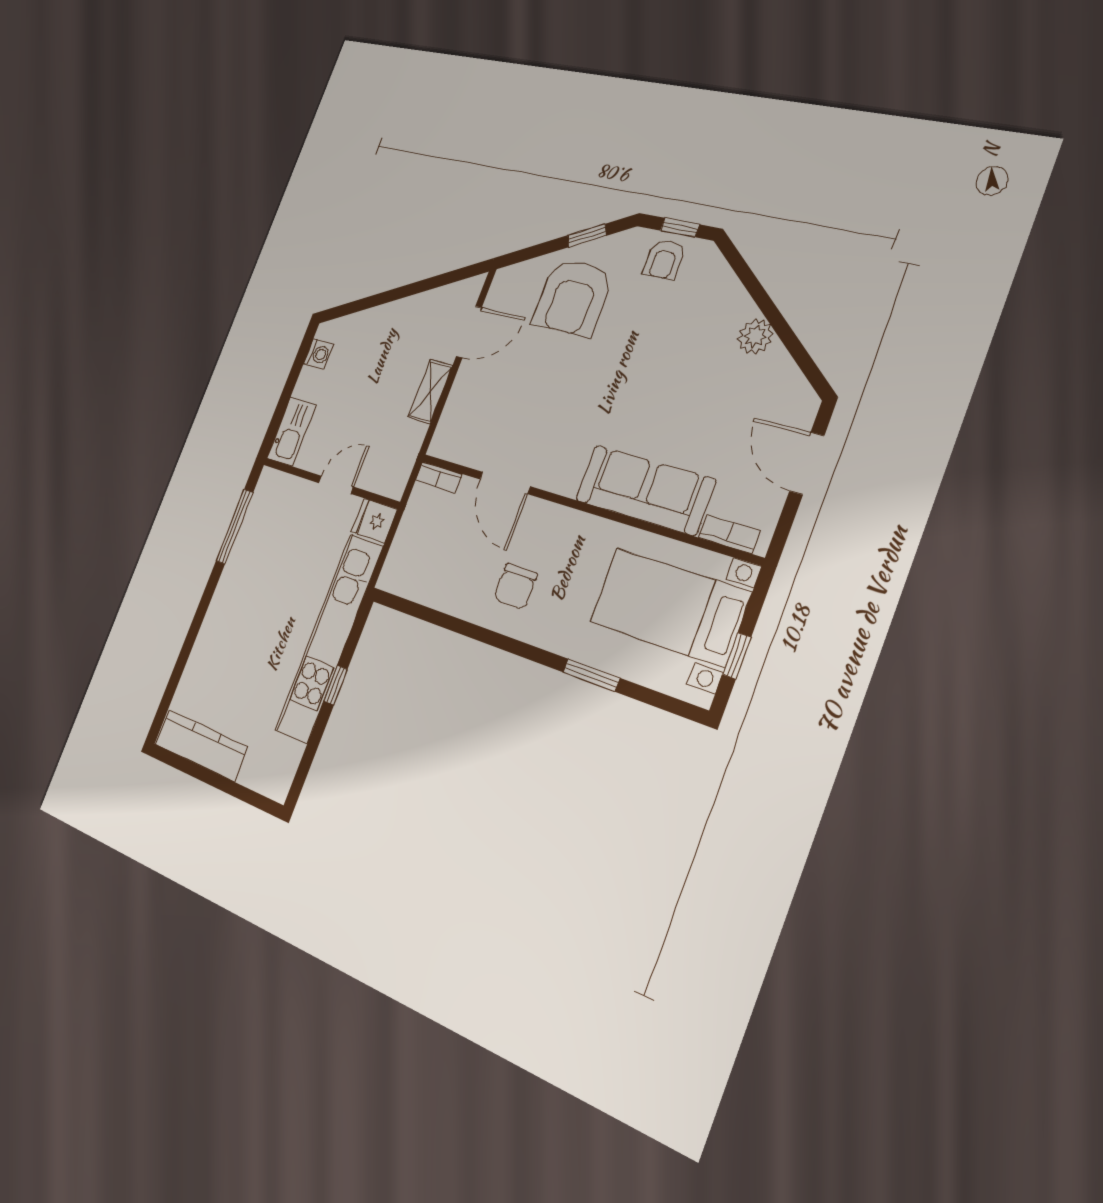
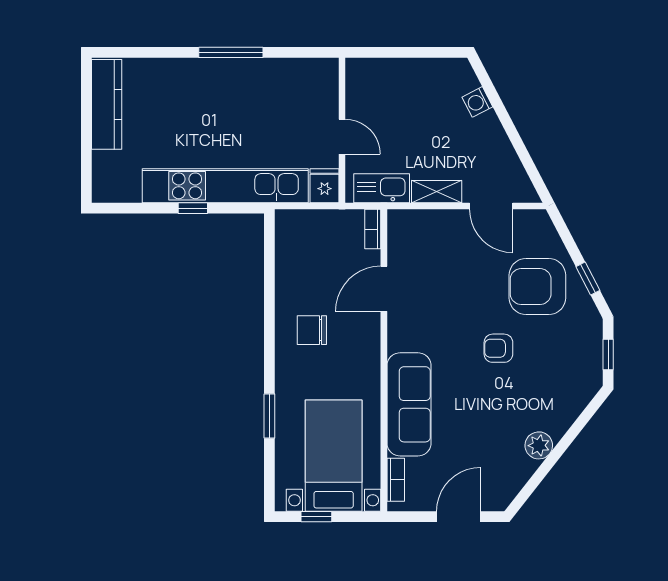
armchair: (664, 260) -> (498, 348), moved
washing machine: (319, 354) -> (477, 102), moved, turned 63
kitchen sink: (291, 431) -> (382, 188), moved, turned 180
window: (235, 527) -> (231, 52), moved

